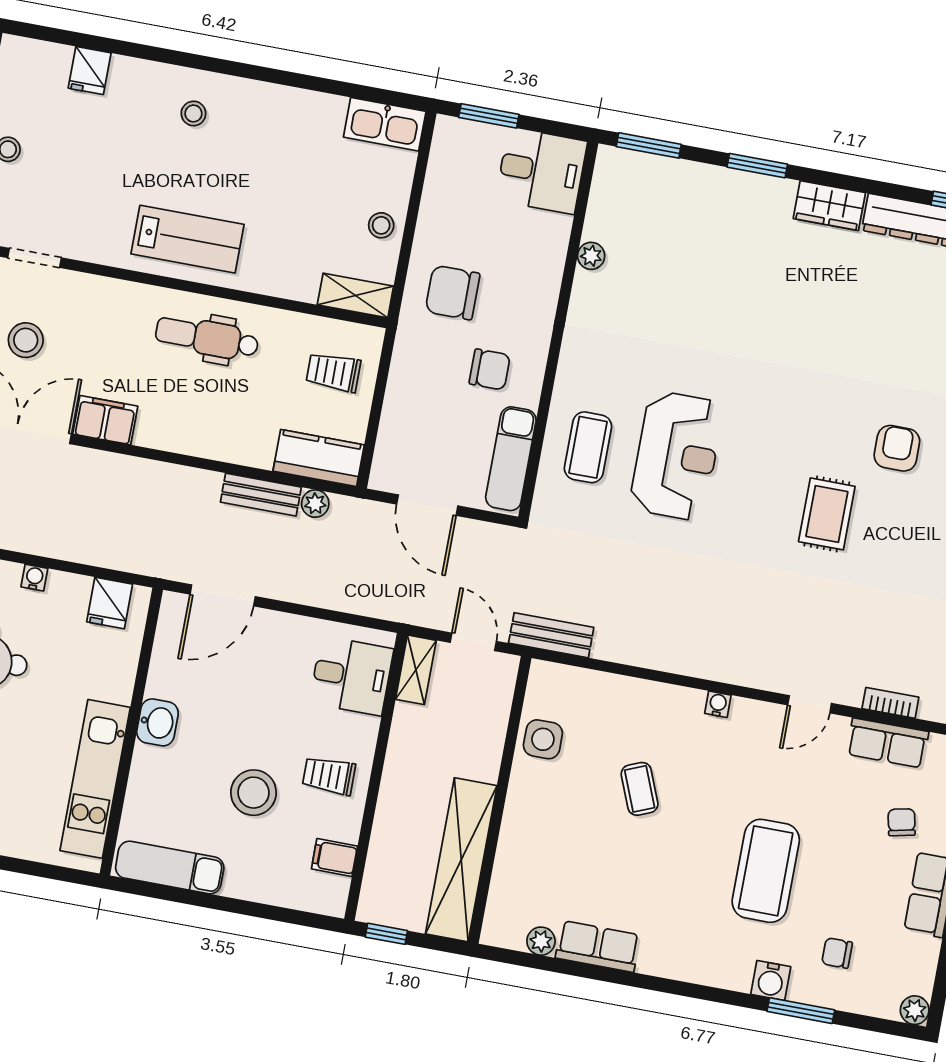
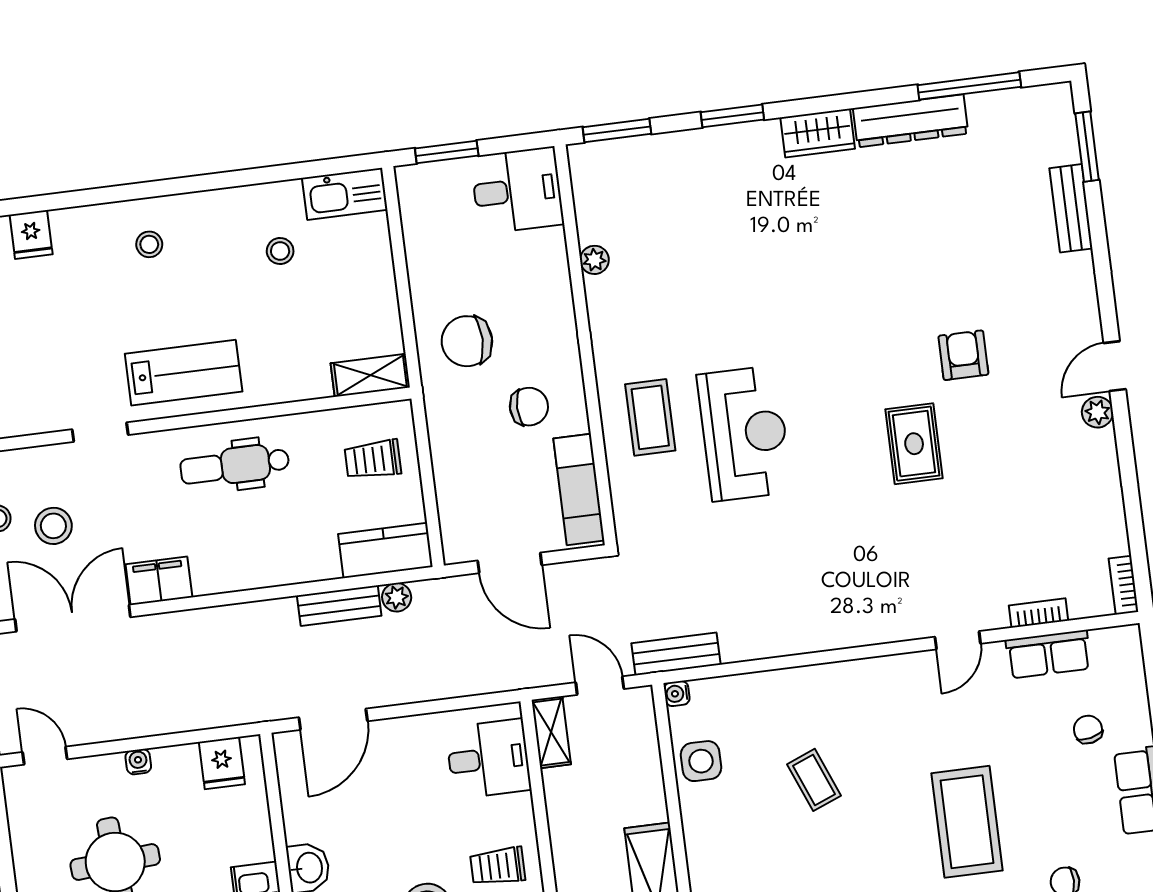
stool: (381, 225) -> (280, 251), moved
doorway: (35, 258) -> (100, 432), moved
coffee table: (588, 447) -> (650, 417), moved
water cooler: (718, 704) -> (677, 694), moved, turned -90

